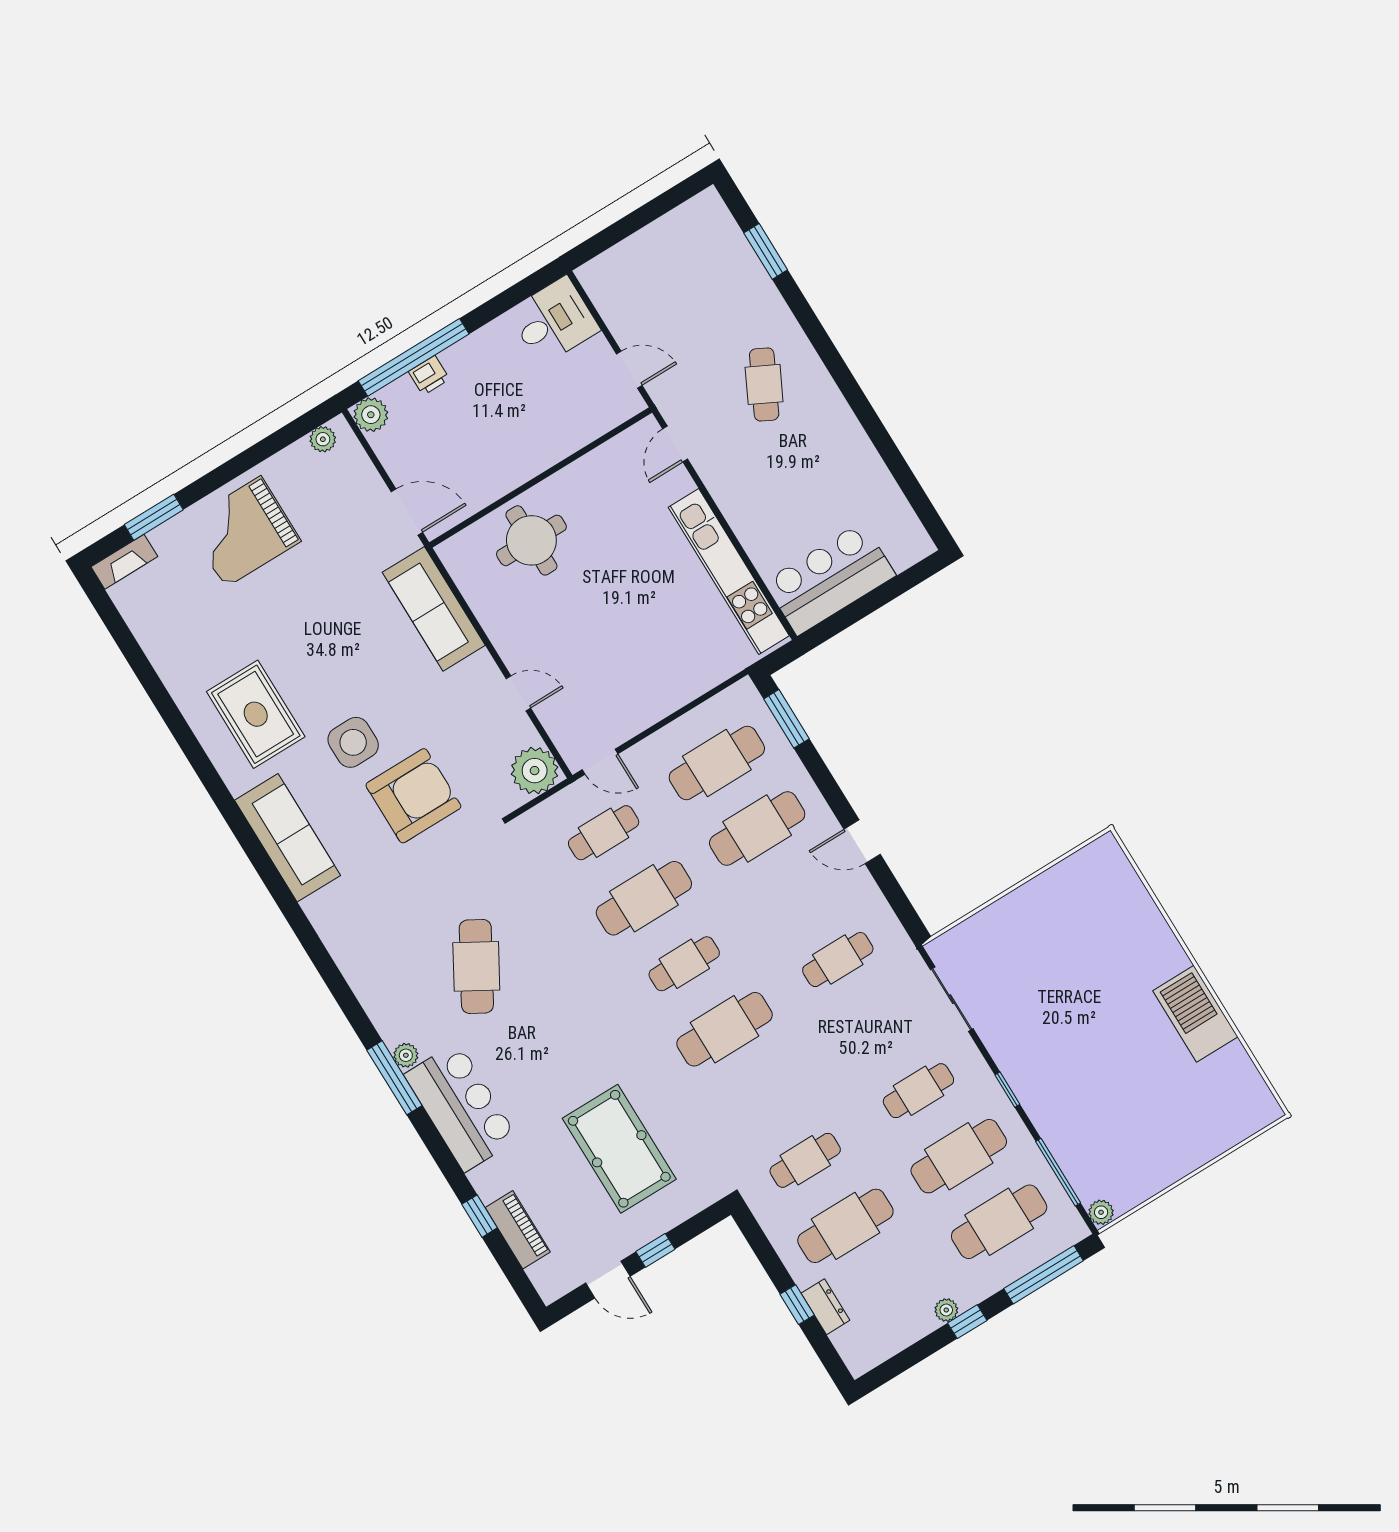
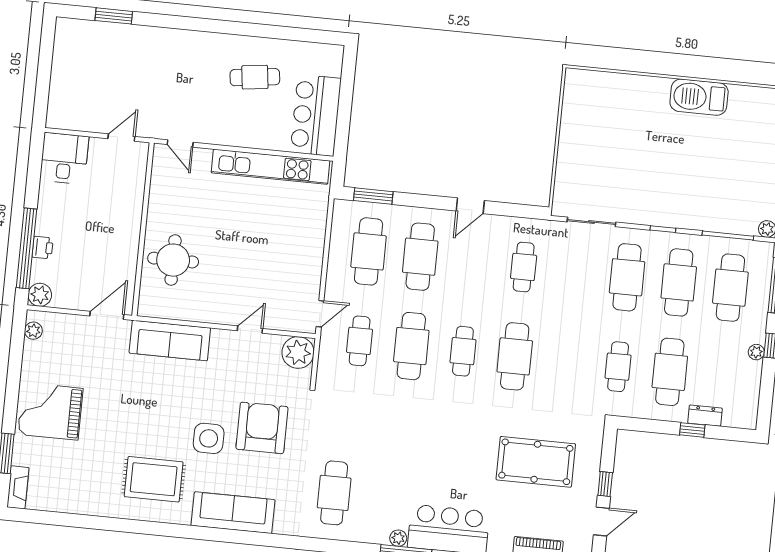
cafe table: (764, 384) -> (255, 77), moved, turned -34
grand piano: (243, 532) -> (50, 411), turned 90
cafe table: (476, 966) -> (334, 493), moved, turned 60
cafe table: (918, 1091) -> (627, 277), width x1.37, depth x1.35

